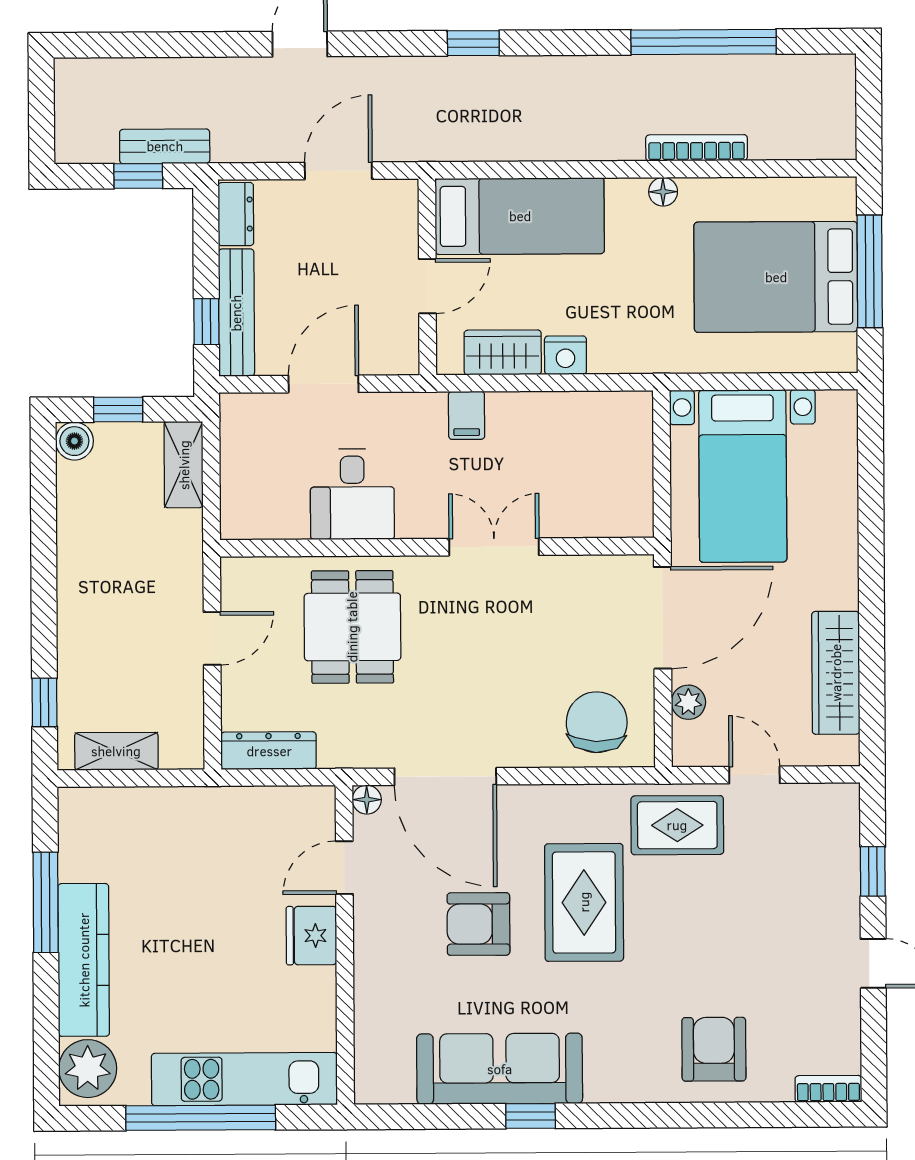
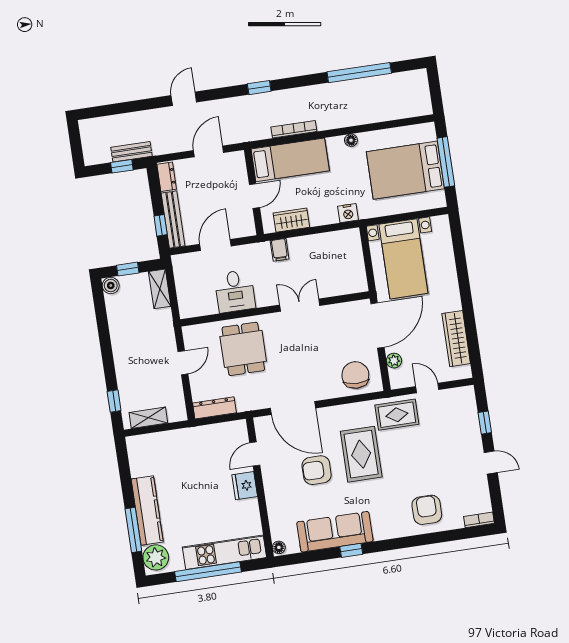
bookcase: (697, 148) -> (294, 129), moved
nightstand: (565, 355) -> (348, 213), moved
floor lamp: (367, 800) -> (279, 547), moved
window: (46, 902) -> (133, 530), moved

